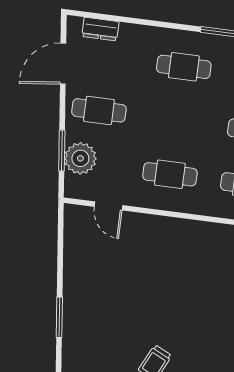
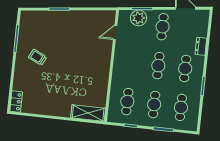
dresser: (100, 29) -> (201, 46), moved
cafe table: (170, 174) -> (158, 66), moved

